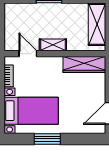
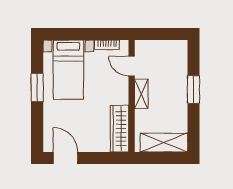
door: (28, 54) -> (132, 66), swing flipped

